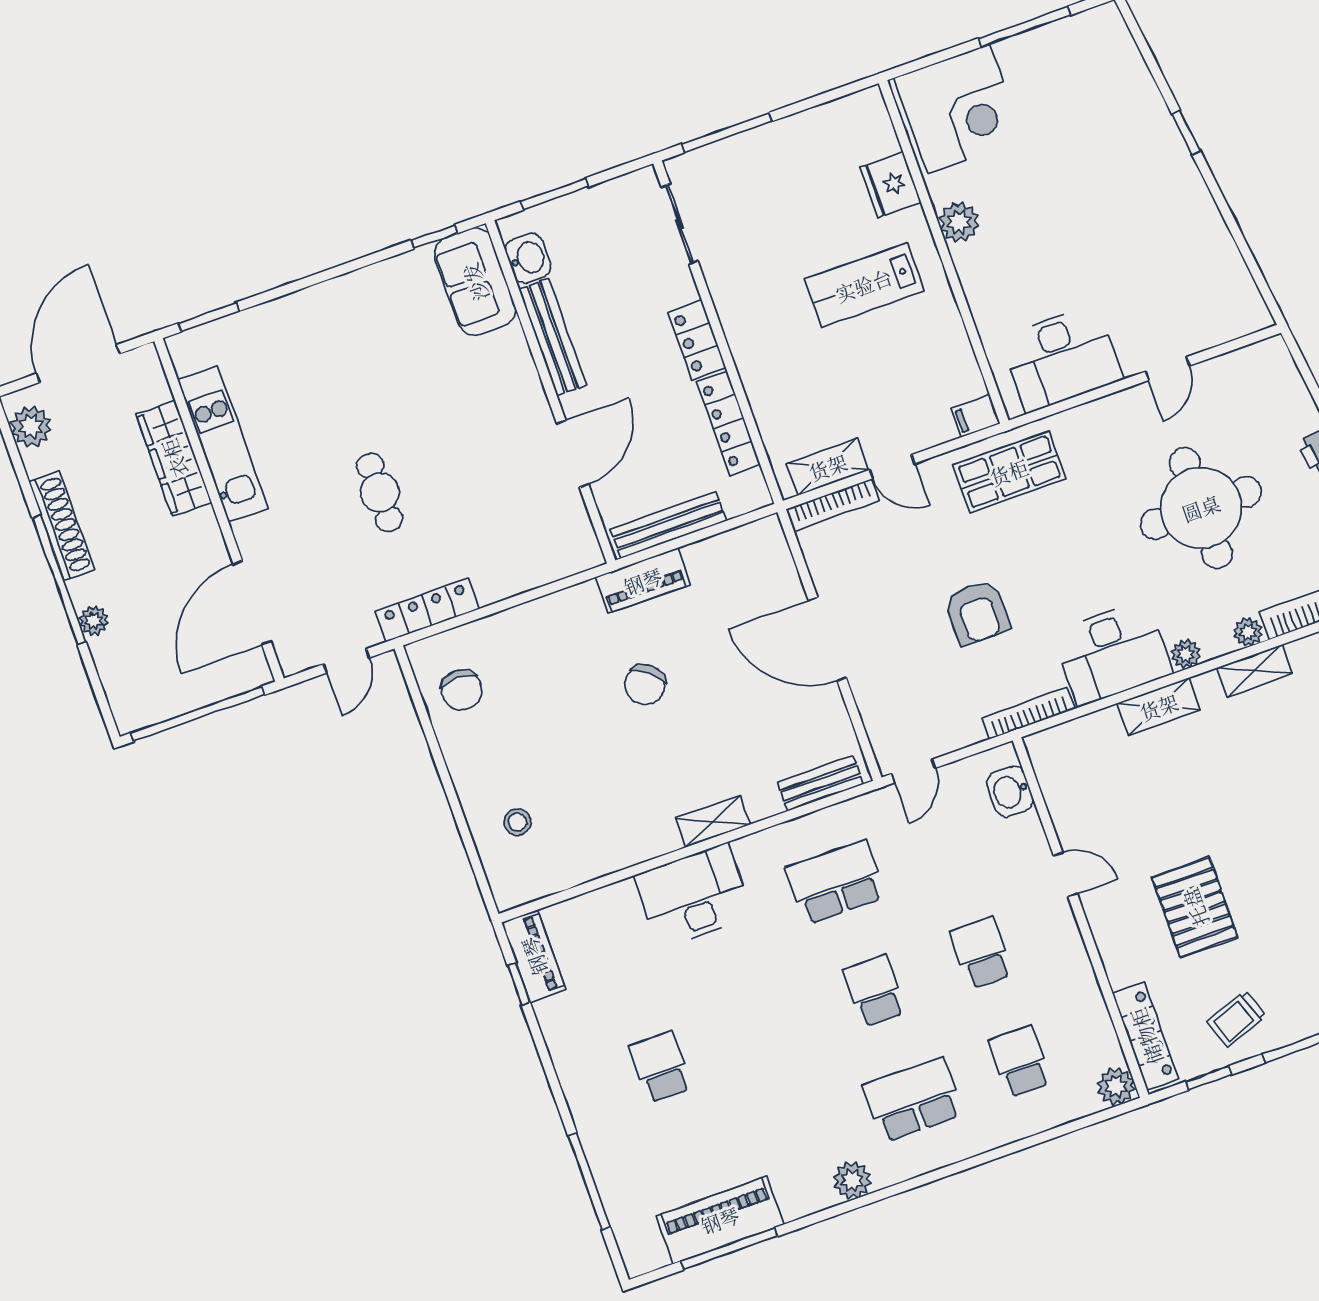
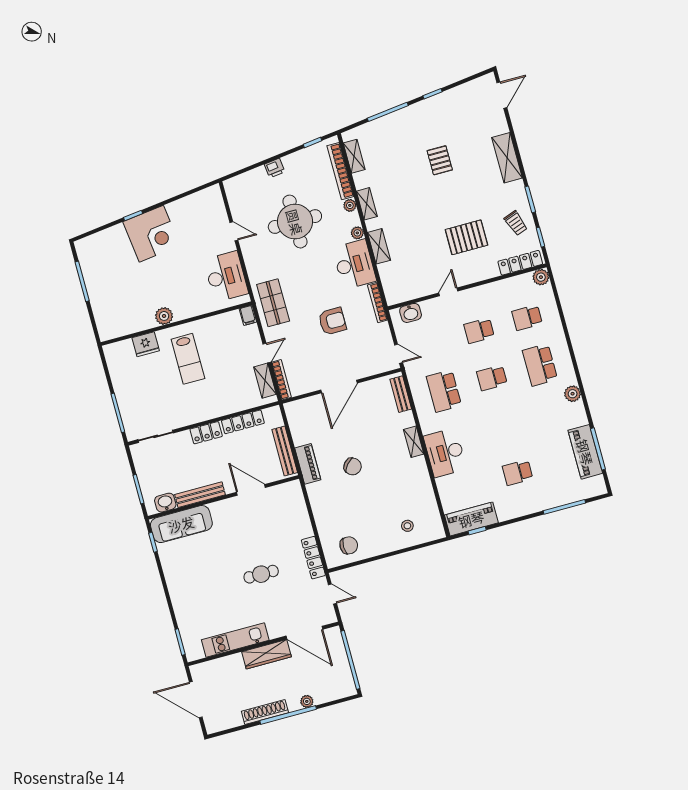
corner desk: (959, 109) -> (151, 234), moved, turned 83
sofa: (475, 282) -> (181, 524), width x1.36
plant: (31, 427) -> (221, 722), removed
wardrobe: (174, 458) -> (266, 654), moved
piano: (534, 956) -> (471, 519), width x1.37, depth x1.33

